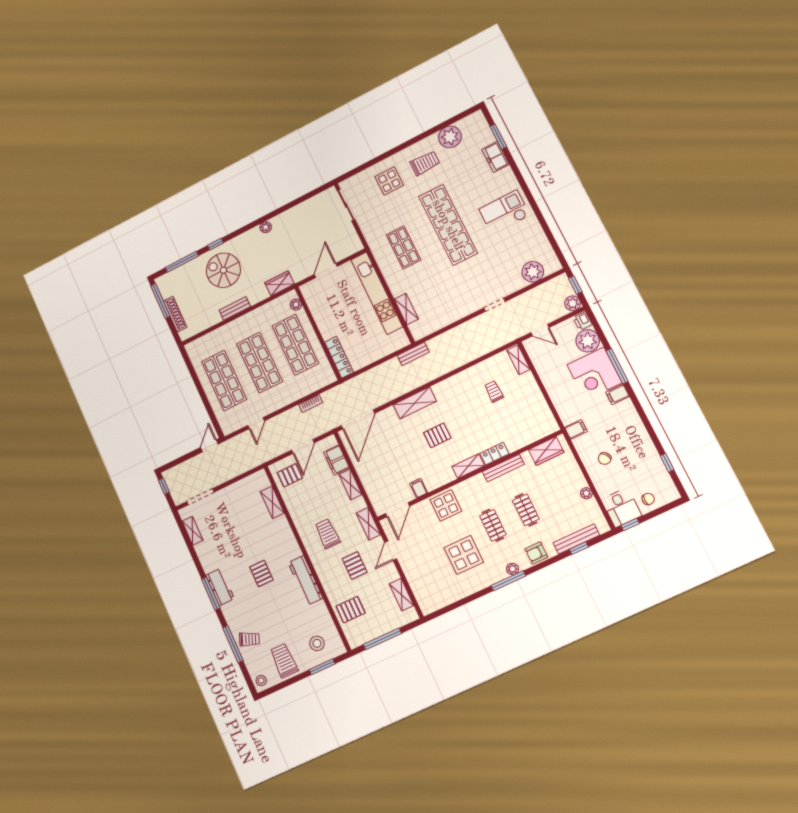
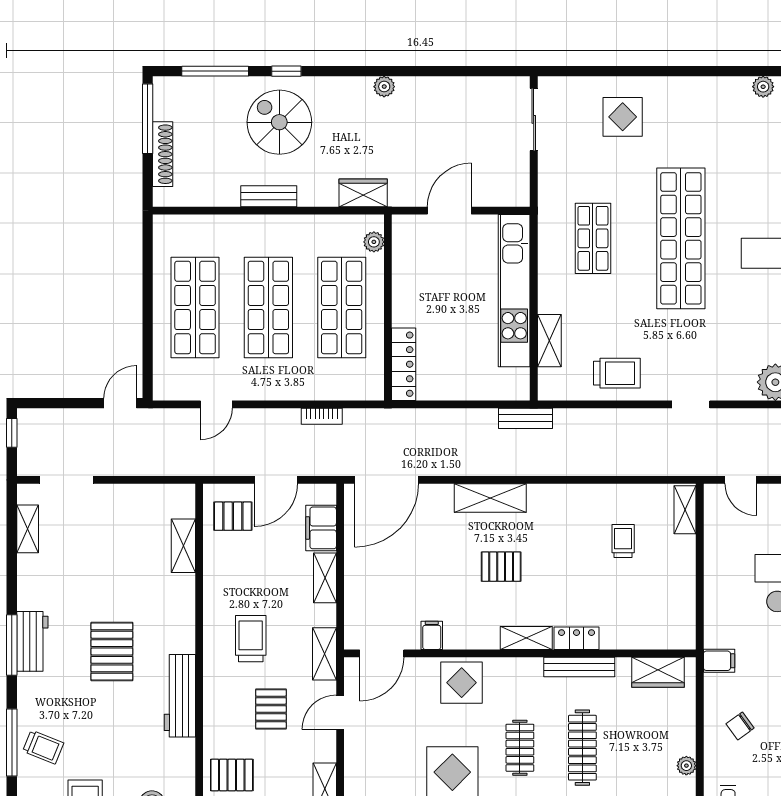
plant: (450, 137) -> (763, 87), width x0.53, depth x0.53
trolley: (425, 163) -> (617, 373), moved
clothes rail: (526, 510) -> (582, 748), width x1.36
pallet: (261, 573) -> (112, 652), width x1.50, depth x1.42

